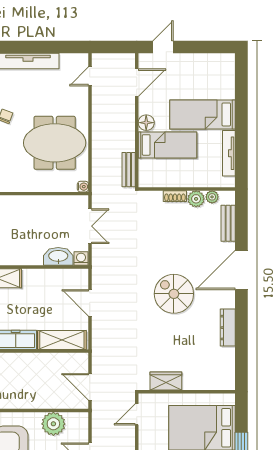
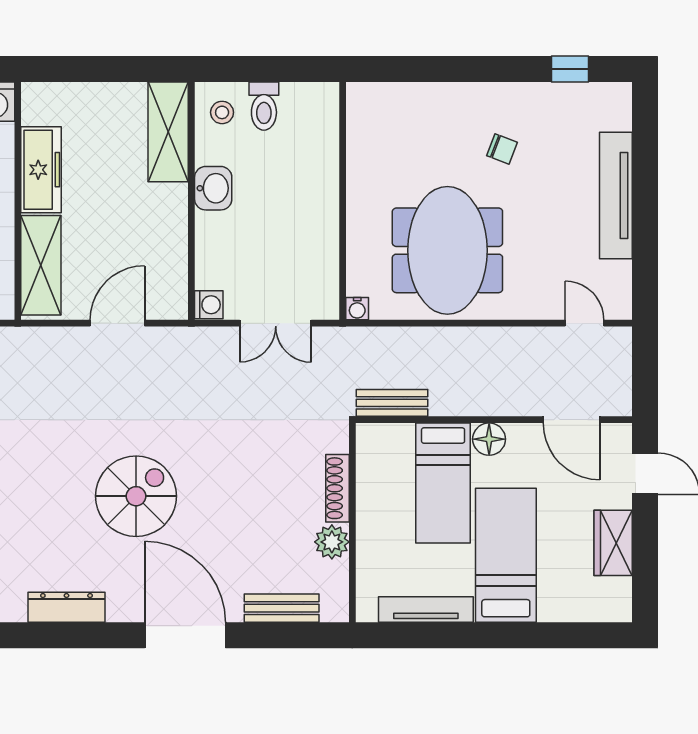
wardrobe: (196, 62) -> (613, 543), added
shoe rack: (175, 196) -> (338, 488), width x1.43
plant: (212, 197) -> (336, 575), removed
washbasin: (58, 256) -> (213, 188), moved, width x0.72

